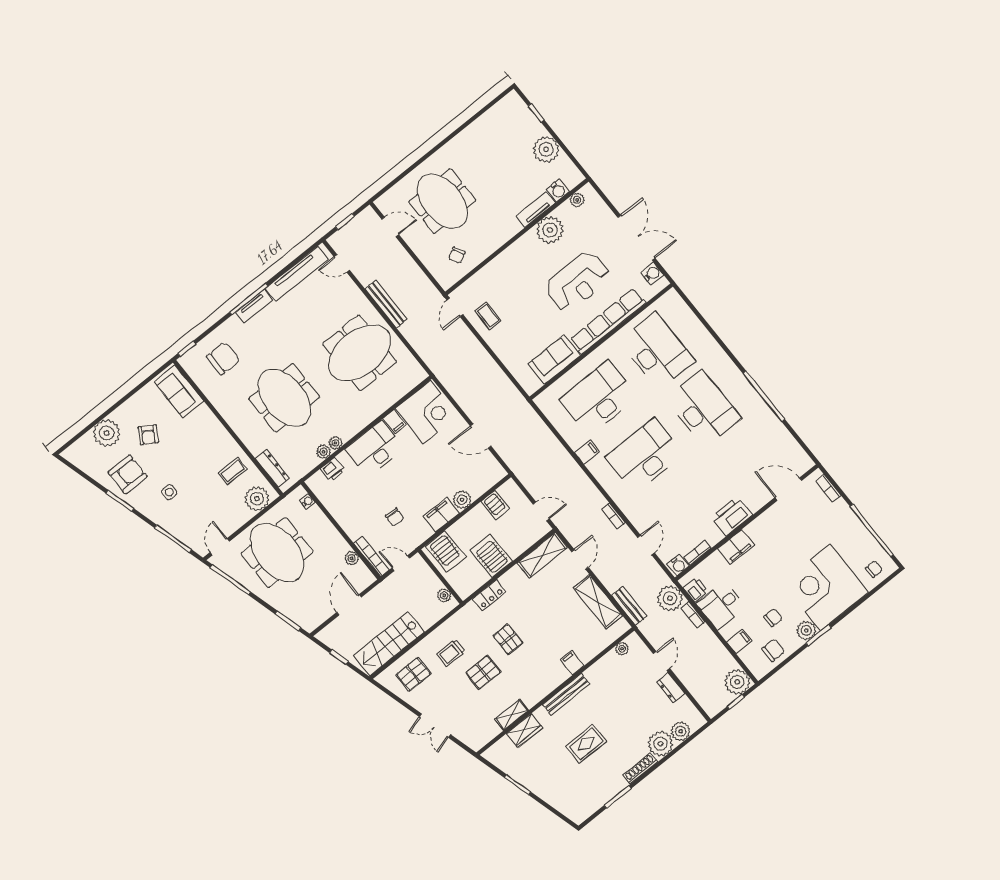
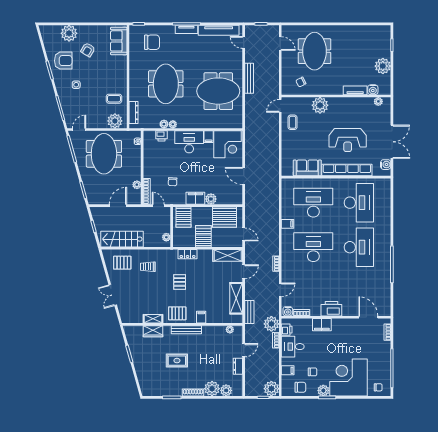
plant: (550, 230) -> (320, 105), moved
server rack: (495, 505) -> (224, 217), width x2.18, depth x1.44
pallet: (483, 672) -> (177, 313), moved

